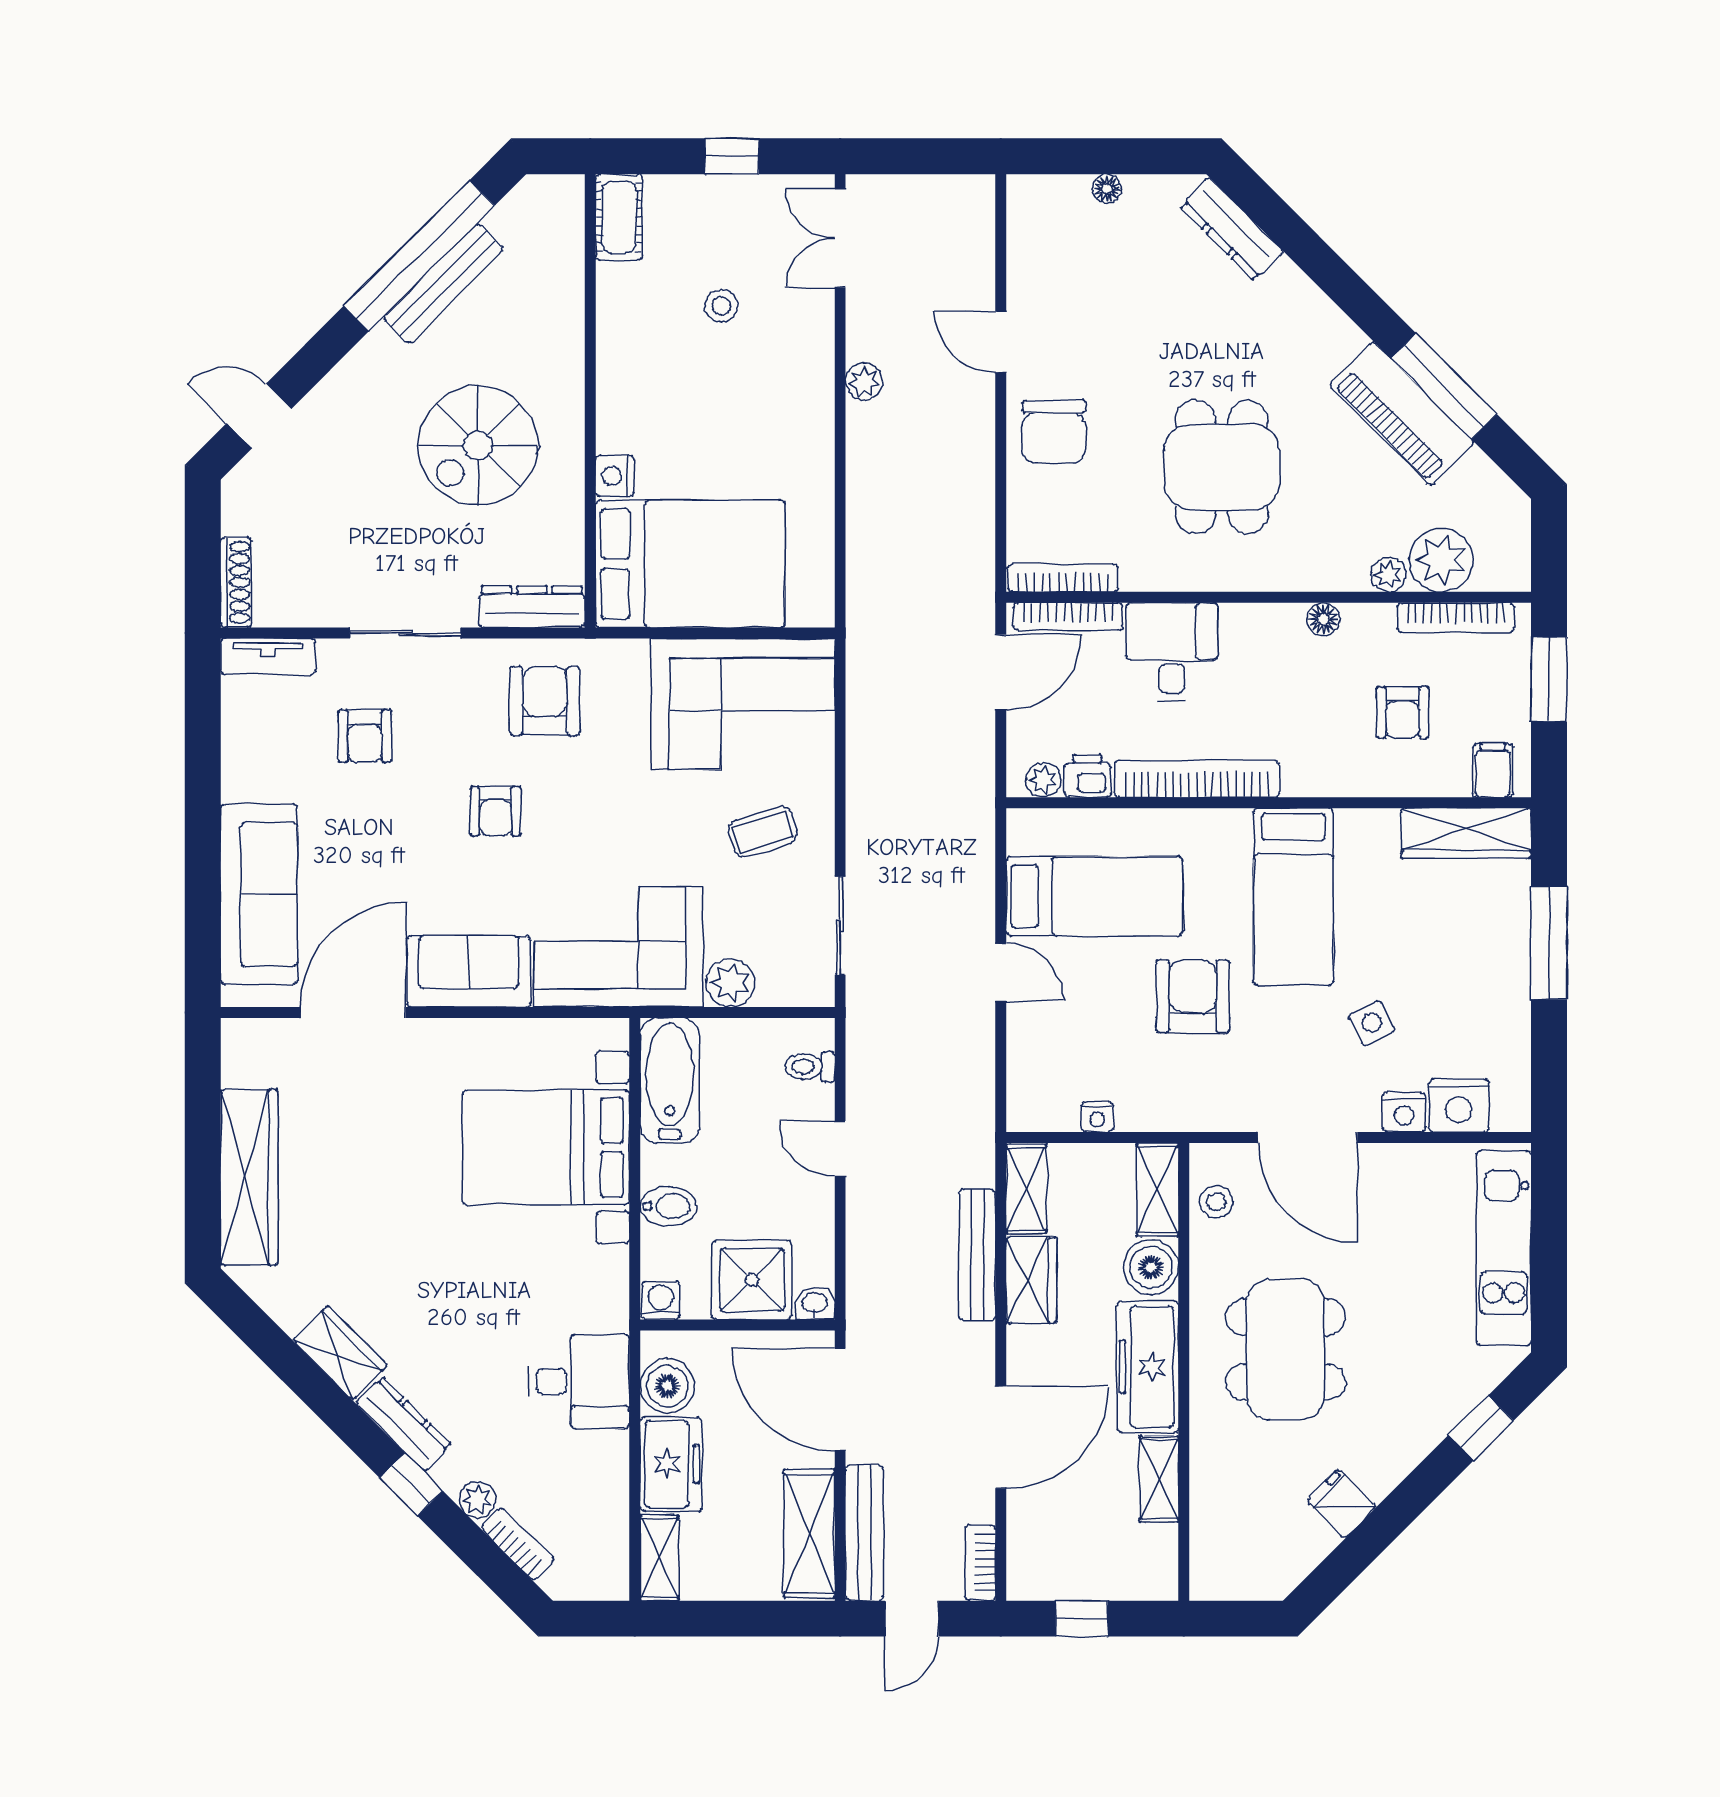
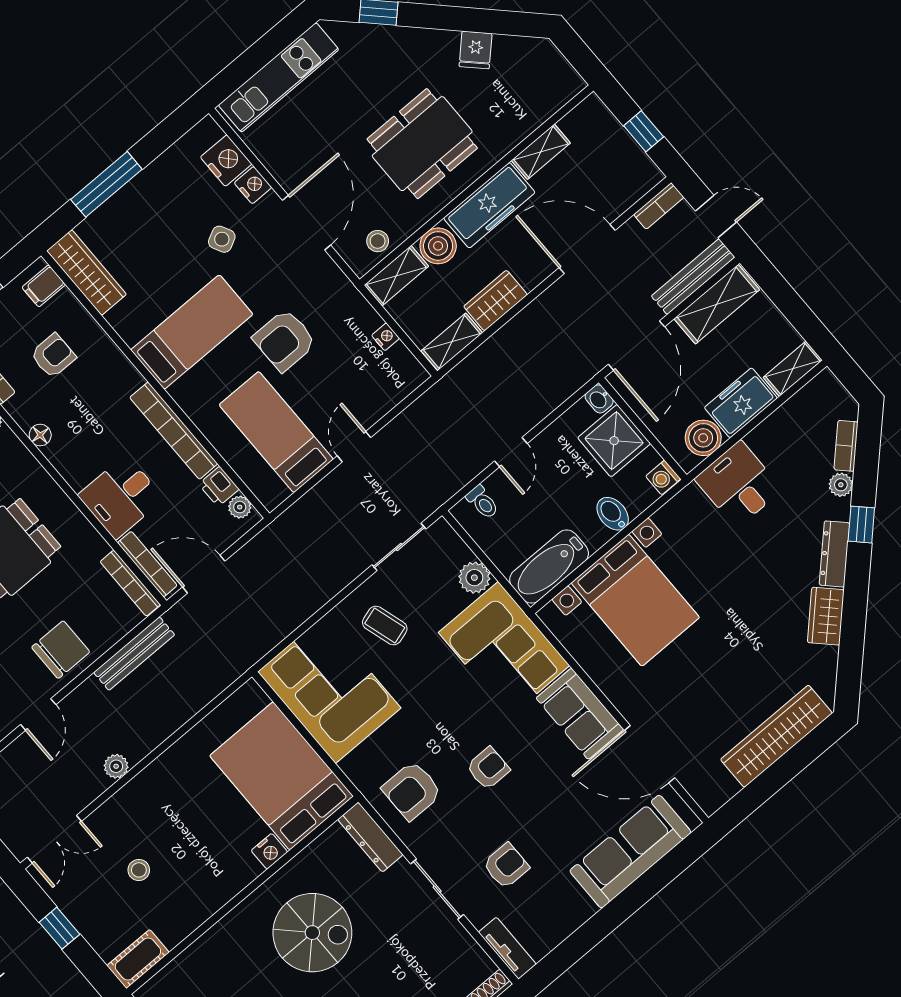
bench: (977, 1255) -> (134, 654), moved

